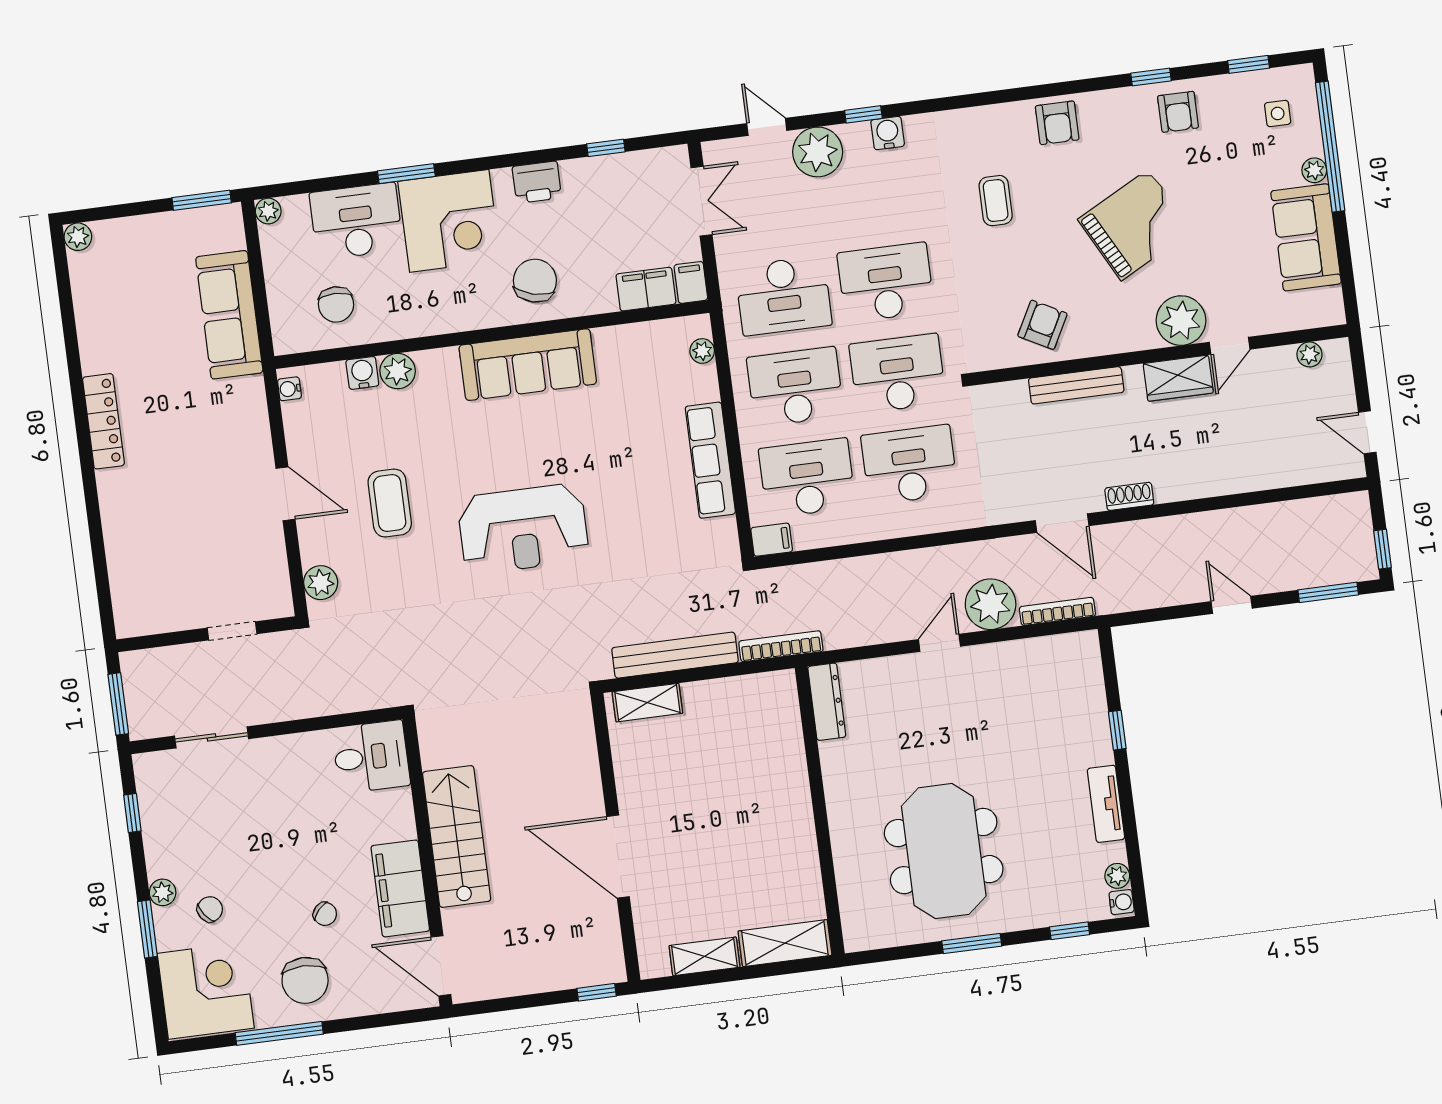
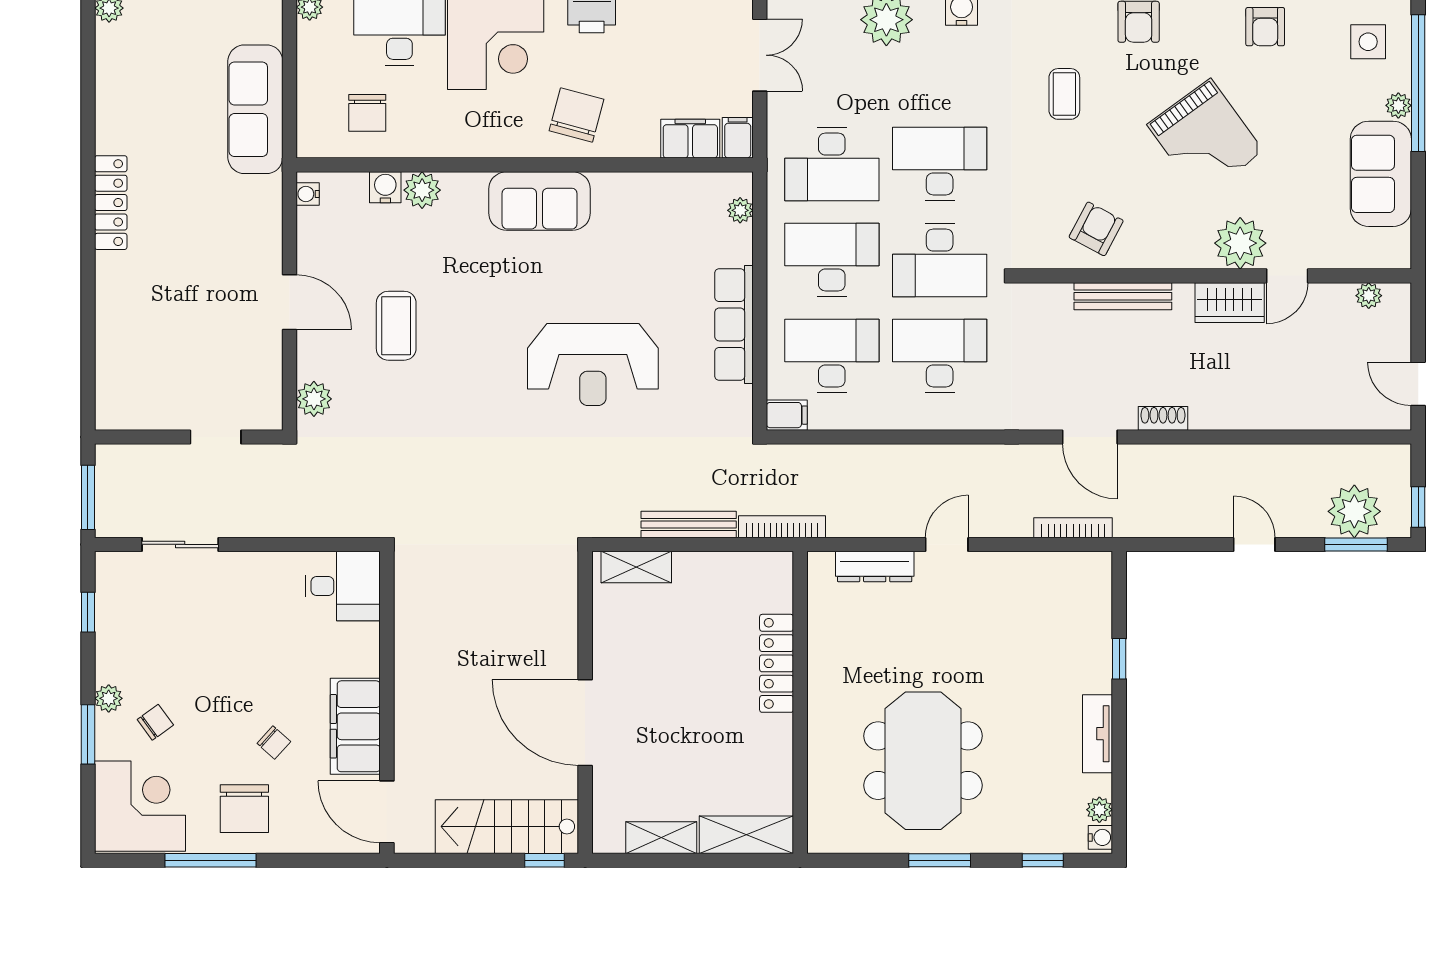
side table: (1278, 113) -> (1368, 42), width x1.37, depth x1.37
grand piano: (1135, 225) -> (1205, 138), turned 82
sofa: (528, 365) -> (540, 201), width x0.73
desk: (898, 374) -> (940, 260), turned 180
reception desk: (523, 529) -> (593, 365), moved
plant: (991, 604) -> (1354, 511), moved
bench: (675, 655) -> (689, 524), width x0.73, depth x0.82
dresser: (827, 702) -> (875, 567), moved, turned 90
locker: (793, 777) -> (777, 663), added
stairs: (457, 836) -> (507, 827), moved, turned -90

